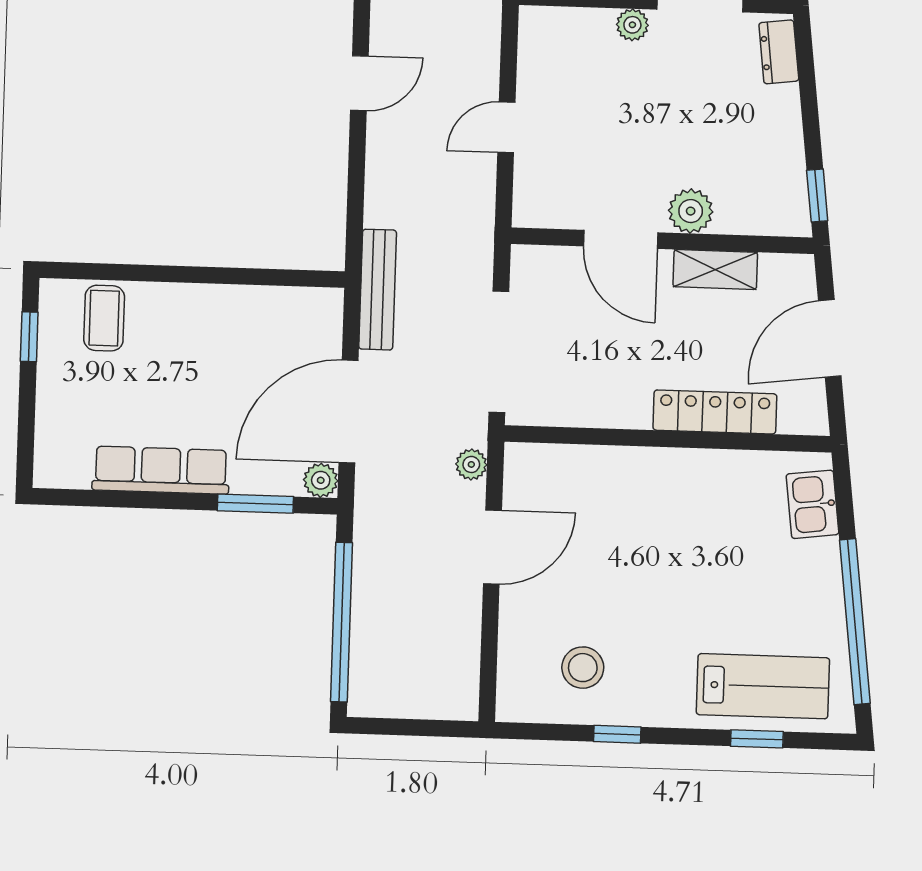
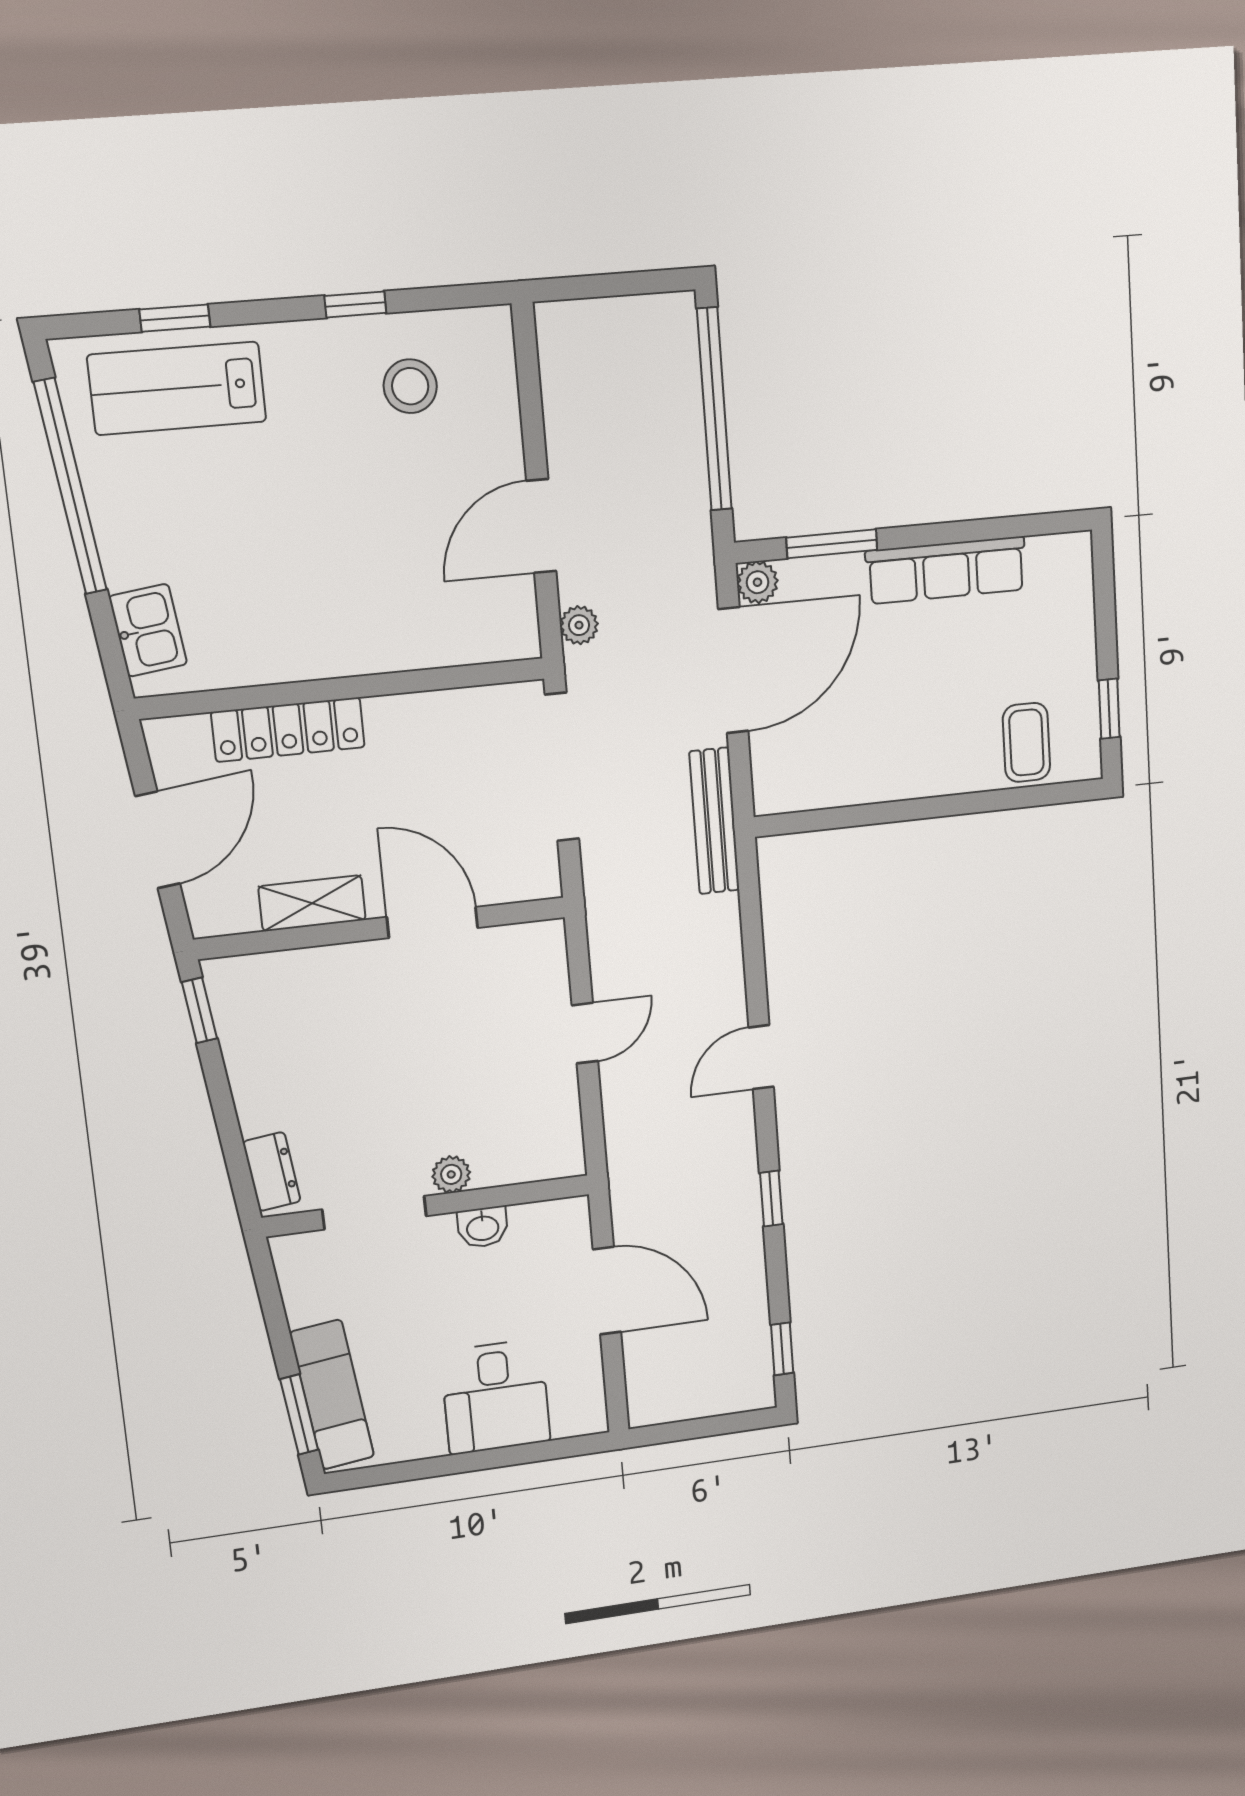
plant: (691, 211) -> (352, 969), removed

